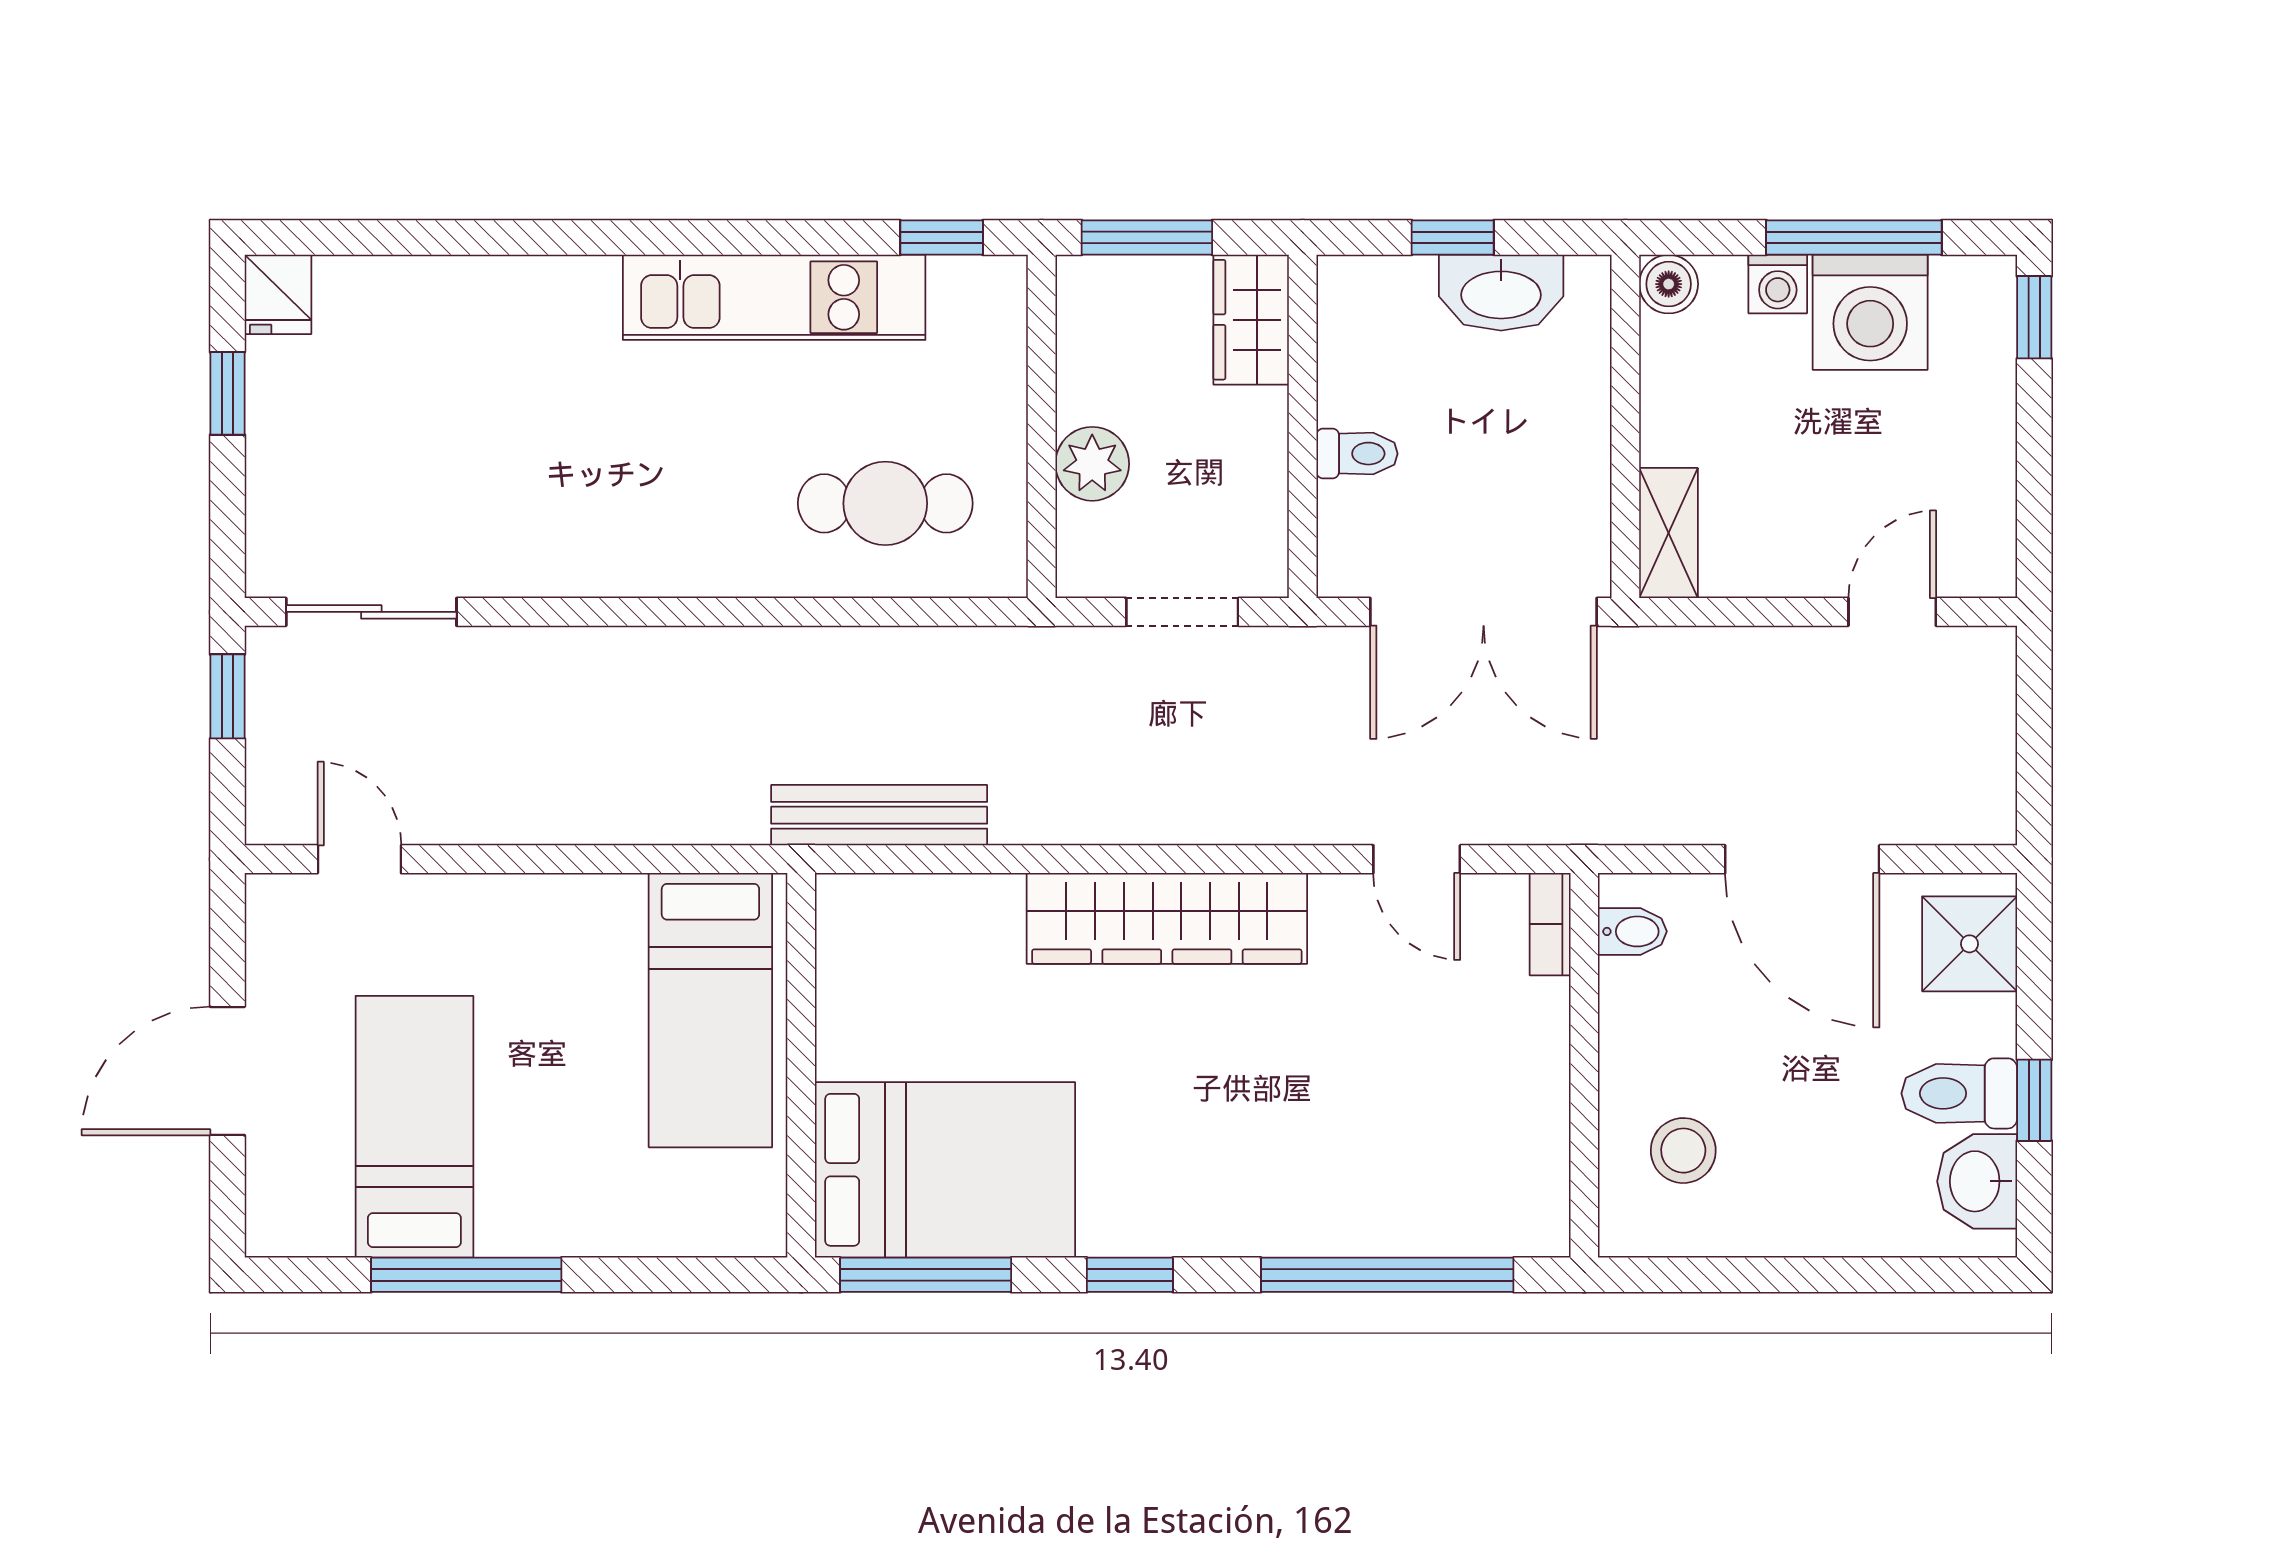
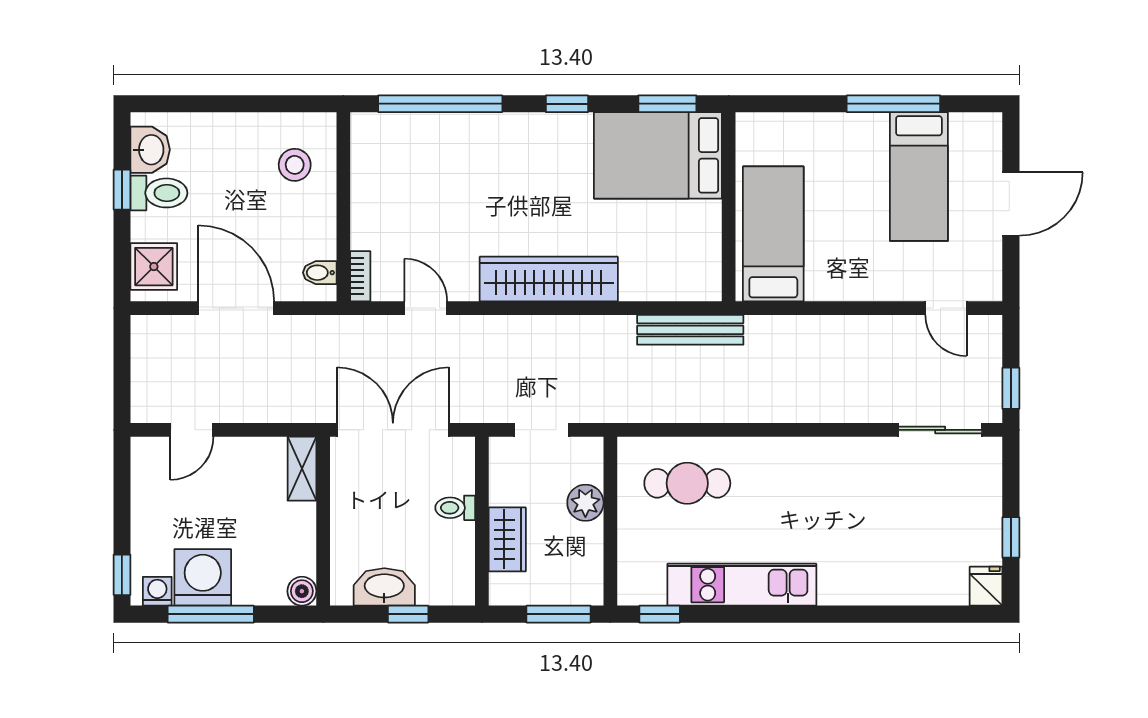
washing machine: (1778, 284) -> (157, 591), moved
wardrobe: (1251, 320) -> (507, 539), moved
window: (926, 1275) -> (667, 104), width x0.69

